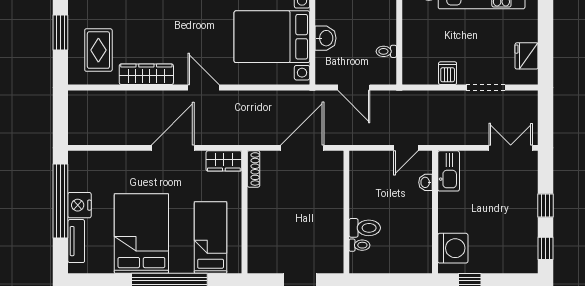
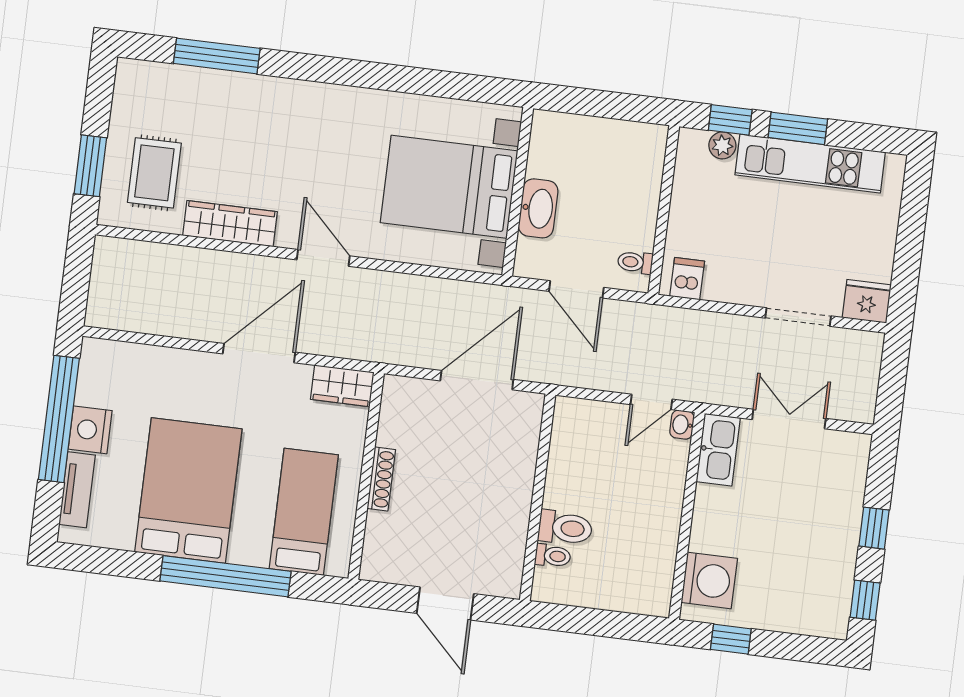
window: (60, 33) -> (90, 166), moved
washbasin: (326, 38) -> (538, 208), width x1.38
toilet: (386, 51) -> (635, 262), moved
fridge: (527, 56) -> (867, 301), moved, turned 90
dishwasher: (448, 73) -> (687, 279), moved
double door: (511, 148) -> (789, 419), moved
shoe rack: (253, 169) -> (381, 479), moved
washbasin: (426, 182) -> (682, 425), moved

